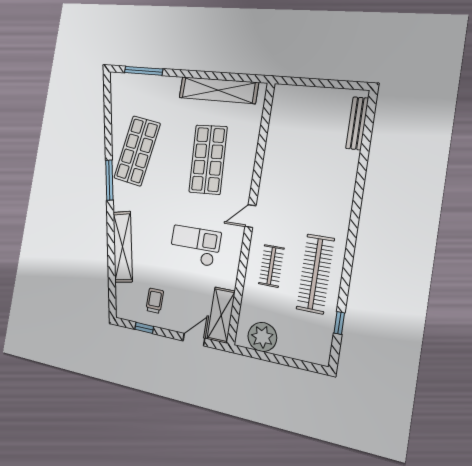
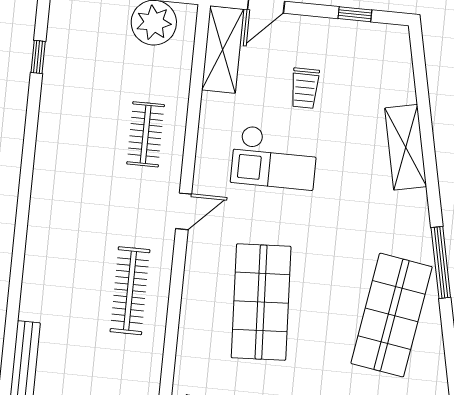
shelving: (123, 247) -> (406, 147), width x0.68
clothes rail: (315, 274) -> (130, 291), moved, width x0.73, depth x0.76
trolley: (155, 301) -> (305, 88), moved

